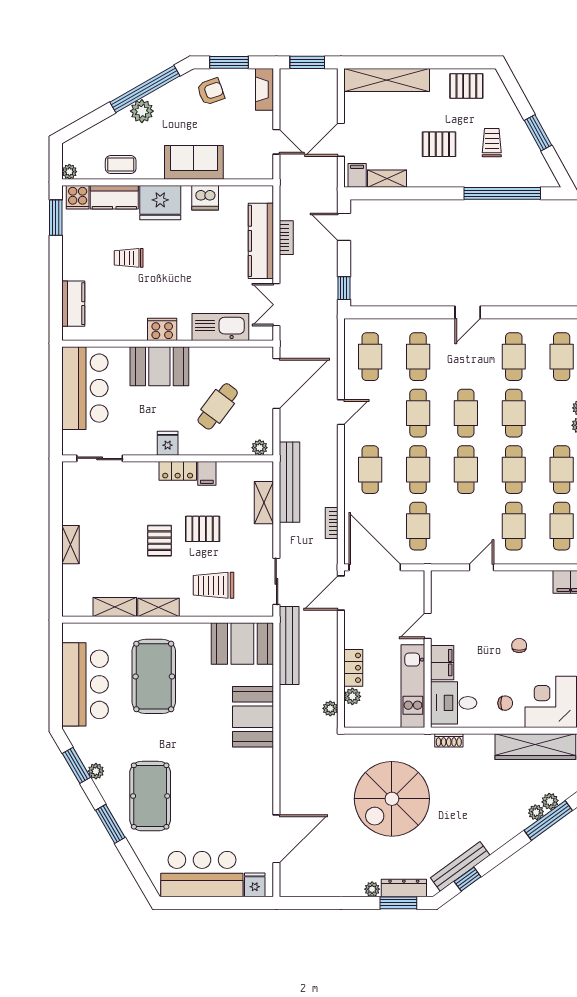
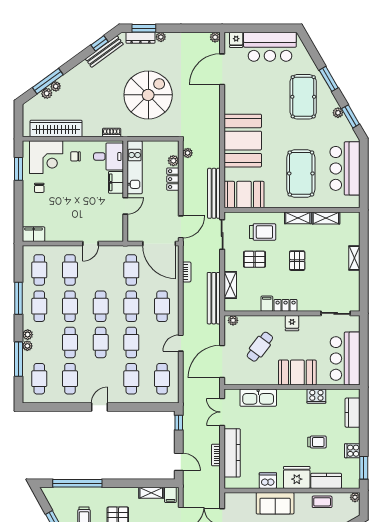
cooker: (78, 197) -> (352, 451), moved, turned -90
double door: (276, 305) -> (222, 412), swing flipped
cooker: (162, 329) -> (316, 396), moved
pallet: (203, 529) -> (254, 259), moved
chair: (519, 645) -> (39, 188), moved
booth: (253, 717) -> (243, 141), width x1.36, depth x1.42
plant: (287, 889) -> (215, 37), added

